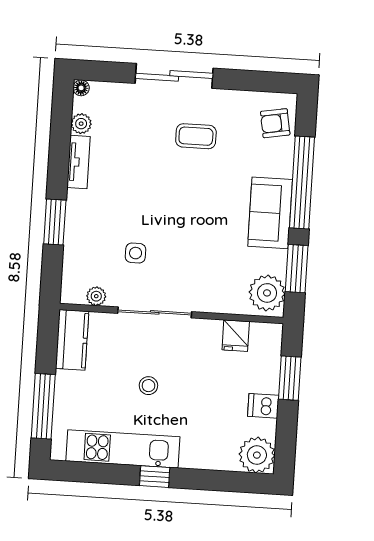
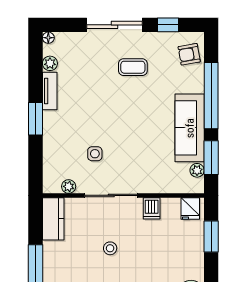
window: (248, 81) -> (168, 25), added
sofa: (270, 213) -> (190, 128), width x1.36
window: (55, 222) -> (36, 119), moved
plant: (267, 293) -> (197, 170), width x0.53, depth x0.53
fridge: (236, 336) -> (190, 208), moved
dishwasher: (263, 406) -> (152, 208), moved, turned -90

